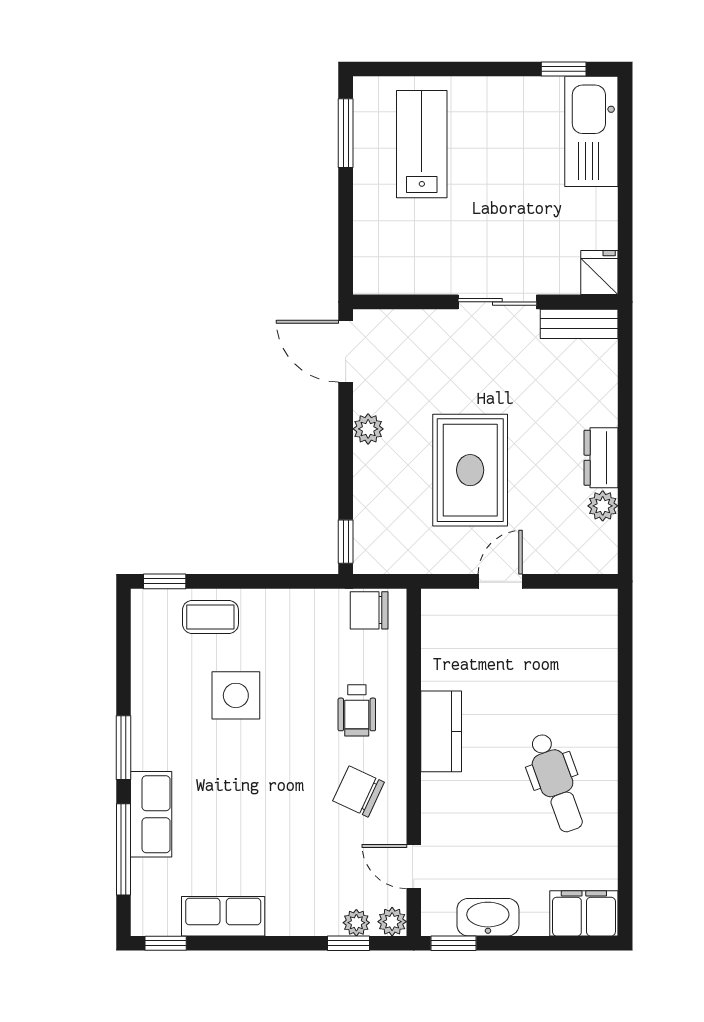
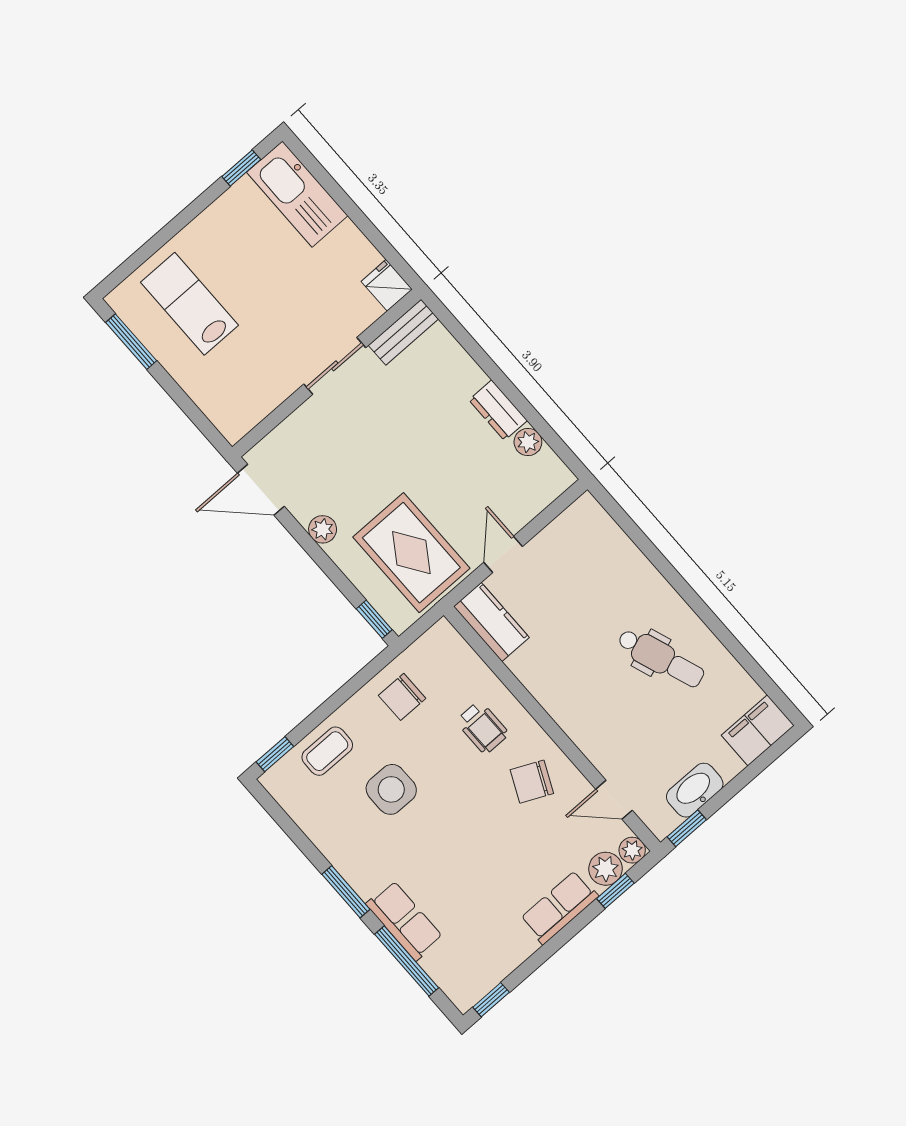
rug: (470, 470) -> (411, 553), moved
chair: (369, 610) -> (402, 697), moved
kitchen counter: (441, 731) -> (491, 622), moved
row of seats: (223, 916) -> (559, 907), moved
plant: (356, 923) -> (605, 869), width x1.38, depth x1.38

